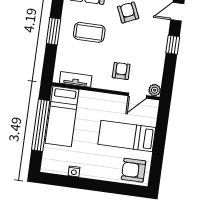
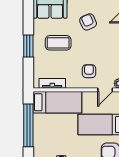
bed: (62, 116) -> (57, 102), moved, turned -90

